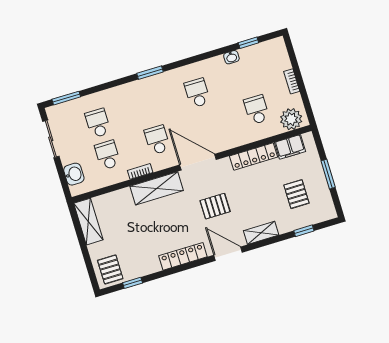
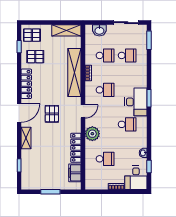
desk: (270, 57) -> (136, 178), added
desk: (161, 90) -> (136, 102), added
plant: (291, 119) -> (92, 134), moved
door: (198, 162) -> (83, 111), width x0.53
shelving: (157, 188) -> (74, 72), width x1.47
pallet: (296, 194) -> (35, 57), moved

